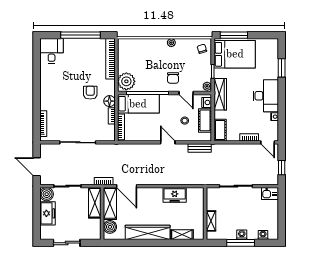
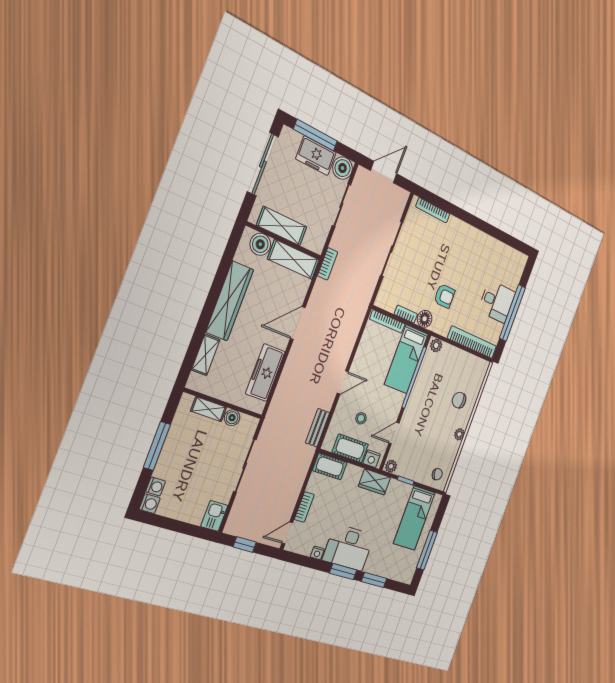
window: (234, 35) -> (427, 550), moved
desk: (52, 51) -> (497, 302), moved
bed: (235, 54) -> (414, 518), width x0.67
chair: (173, 78) -> (459, 400), moved
plant: (126, 81) -> (436, 345), width x0.53, depth x0.53
window: (282, 93) -> (343, 572), added
wardrobe: (220, 94) -> (374, 482), width x0.67
door: (127, 186) -> (298, 323), moved
freezer: (175, 195) -> (265, 373), width x1.40
shelving: (95, 203) -> (282, 226), moved
boiler: (211, 205) -> (232, 418), added
window: (37, 218) -> (315, 135), added
washing machine: (242, 235) -> (150, 504), moved
sliding door: (67, 243) -> (263, 164), width x1.37

